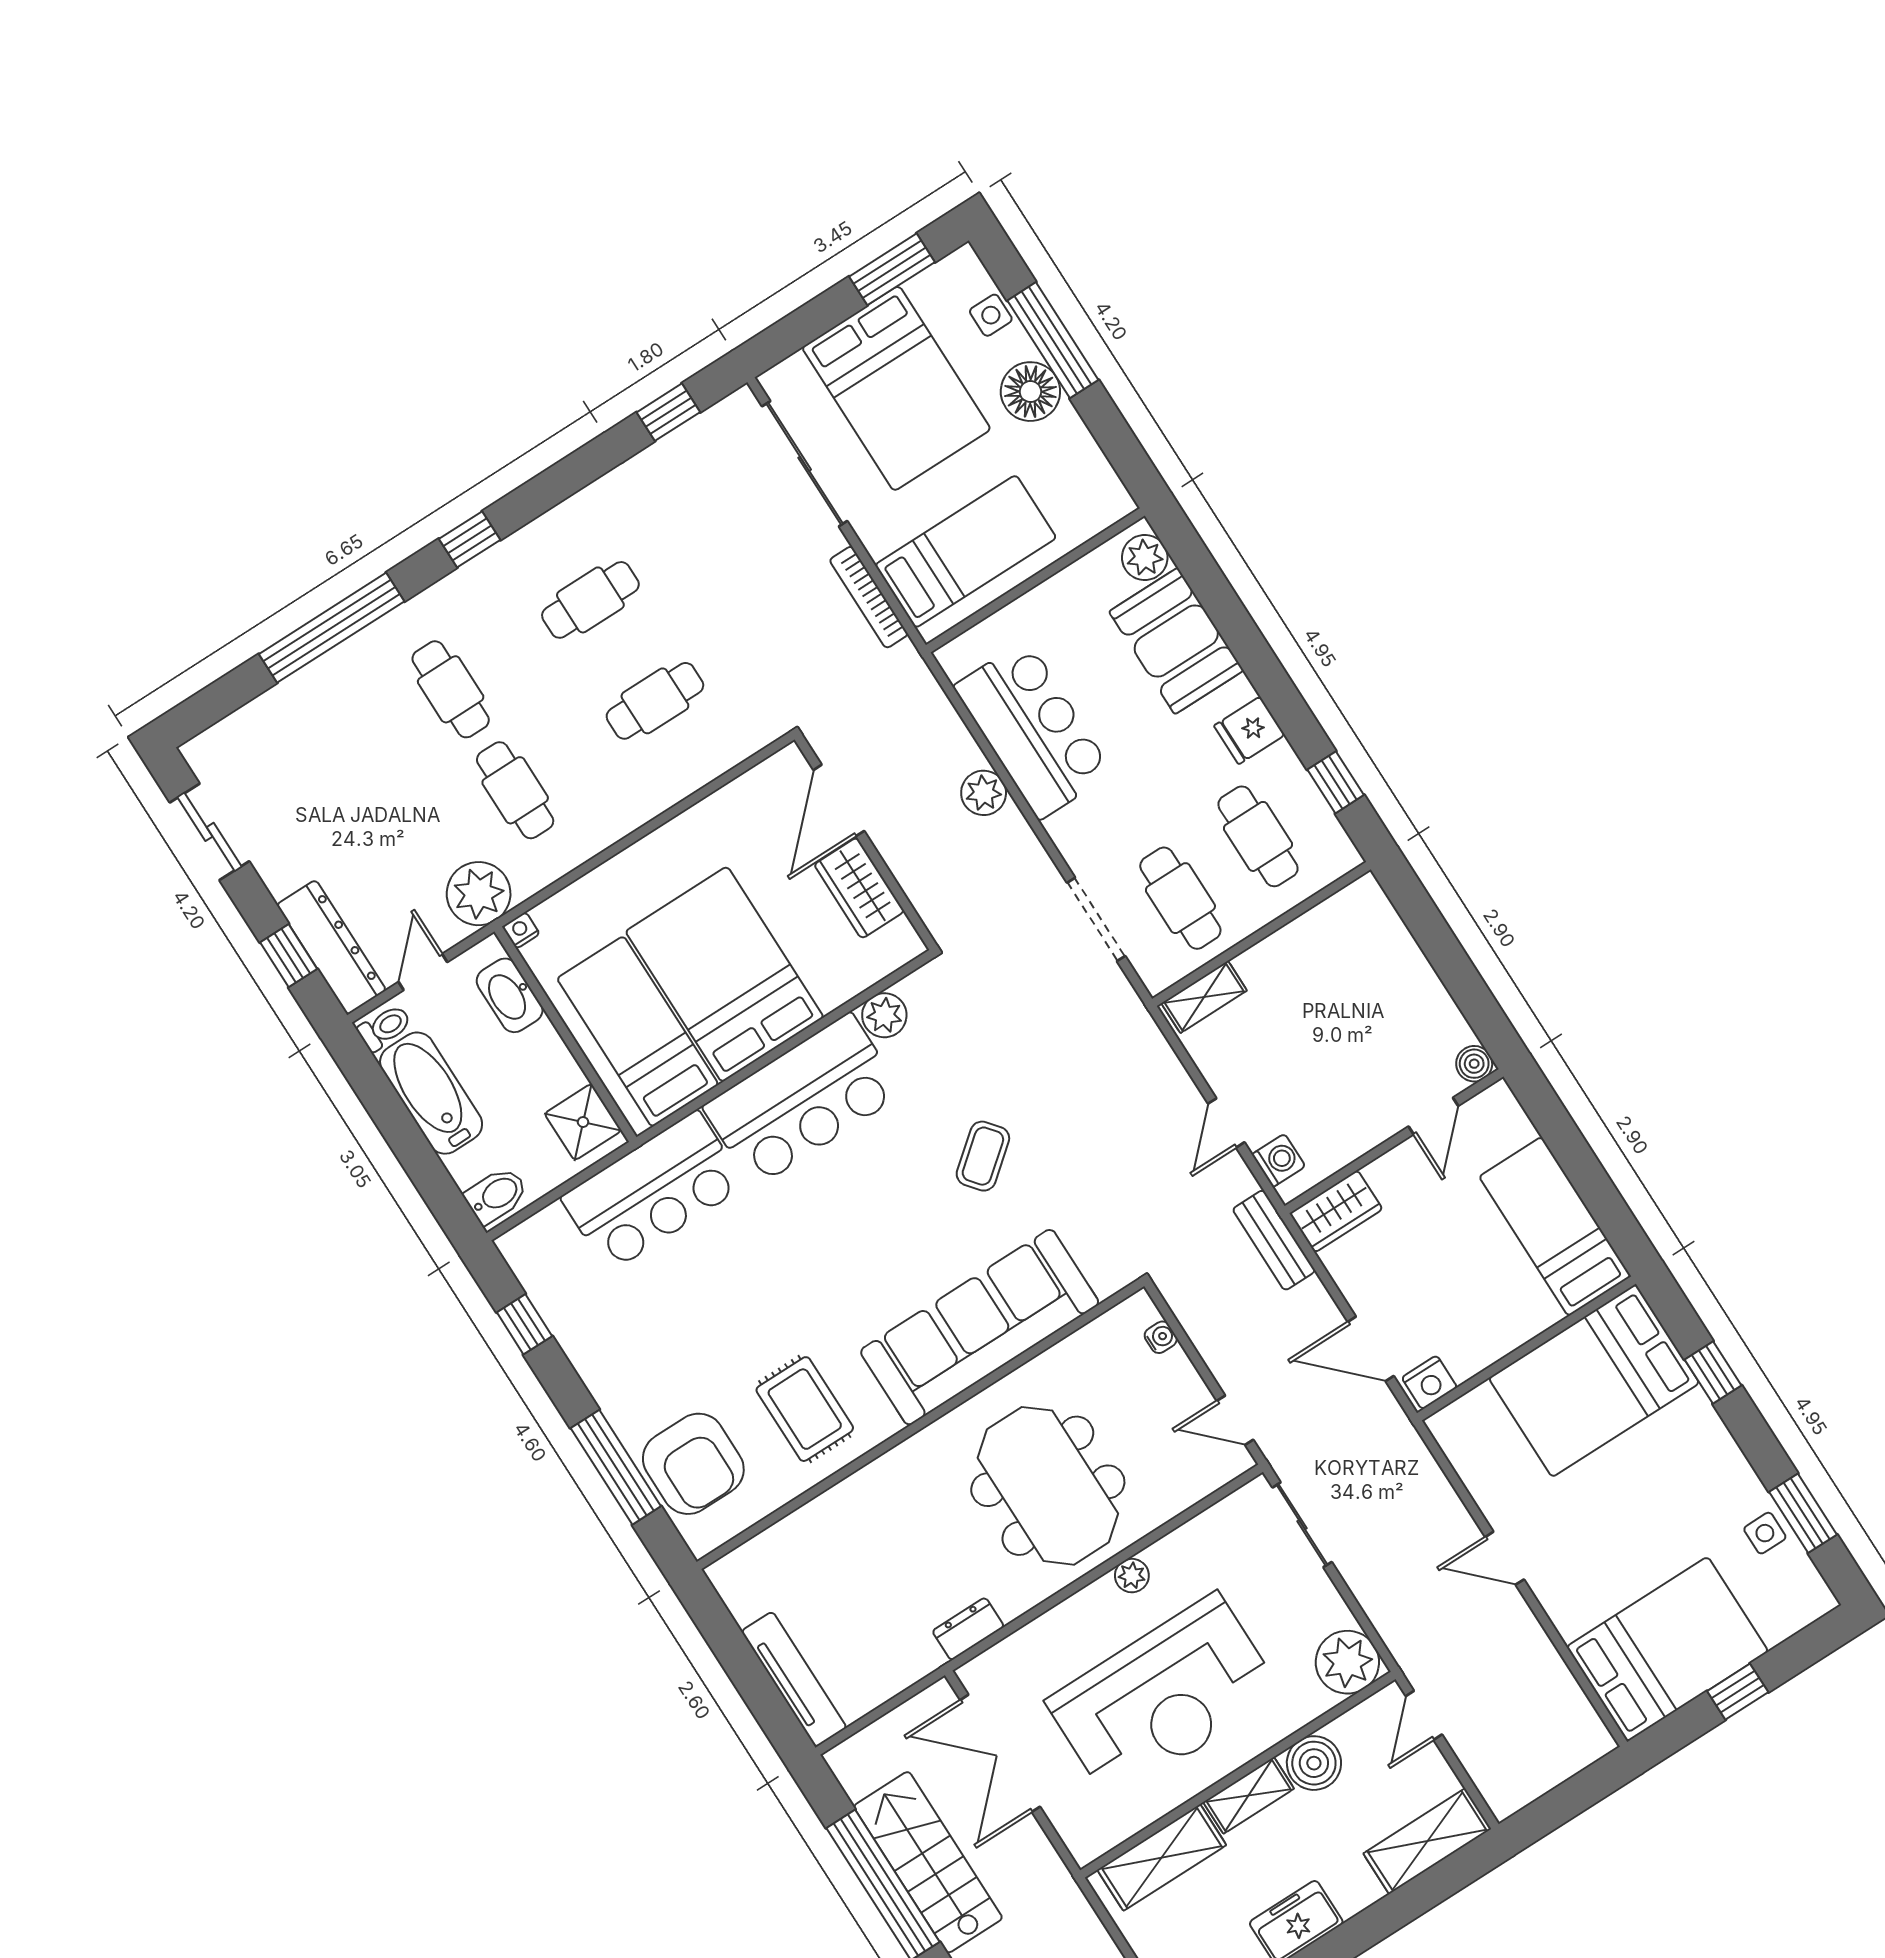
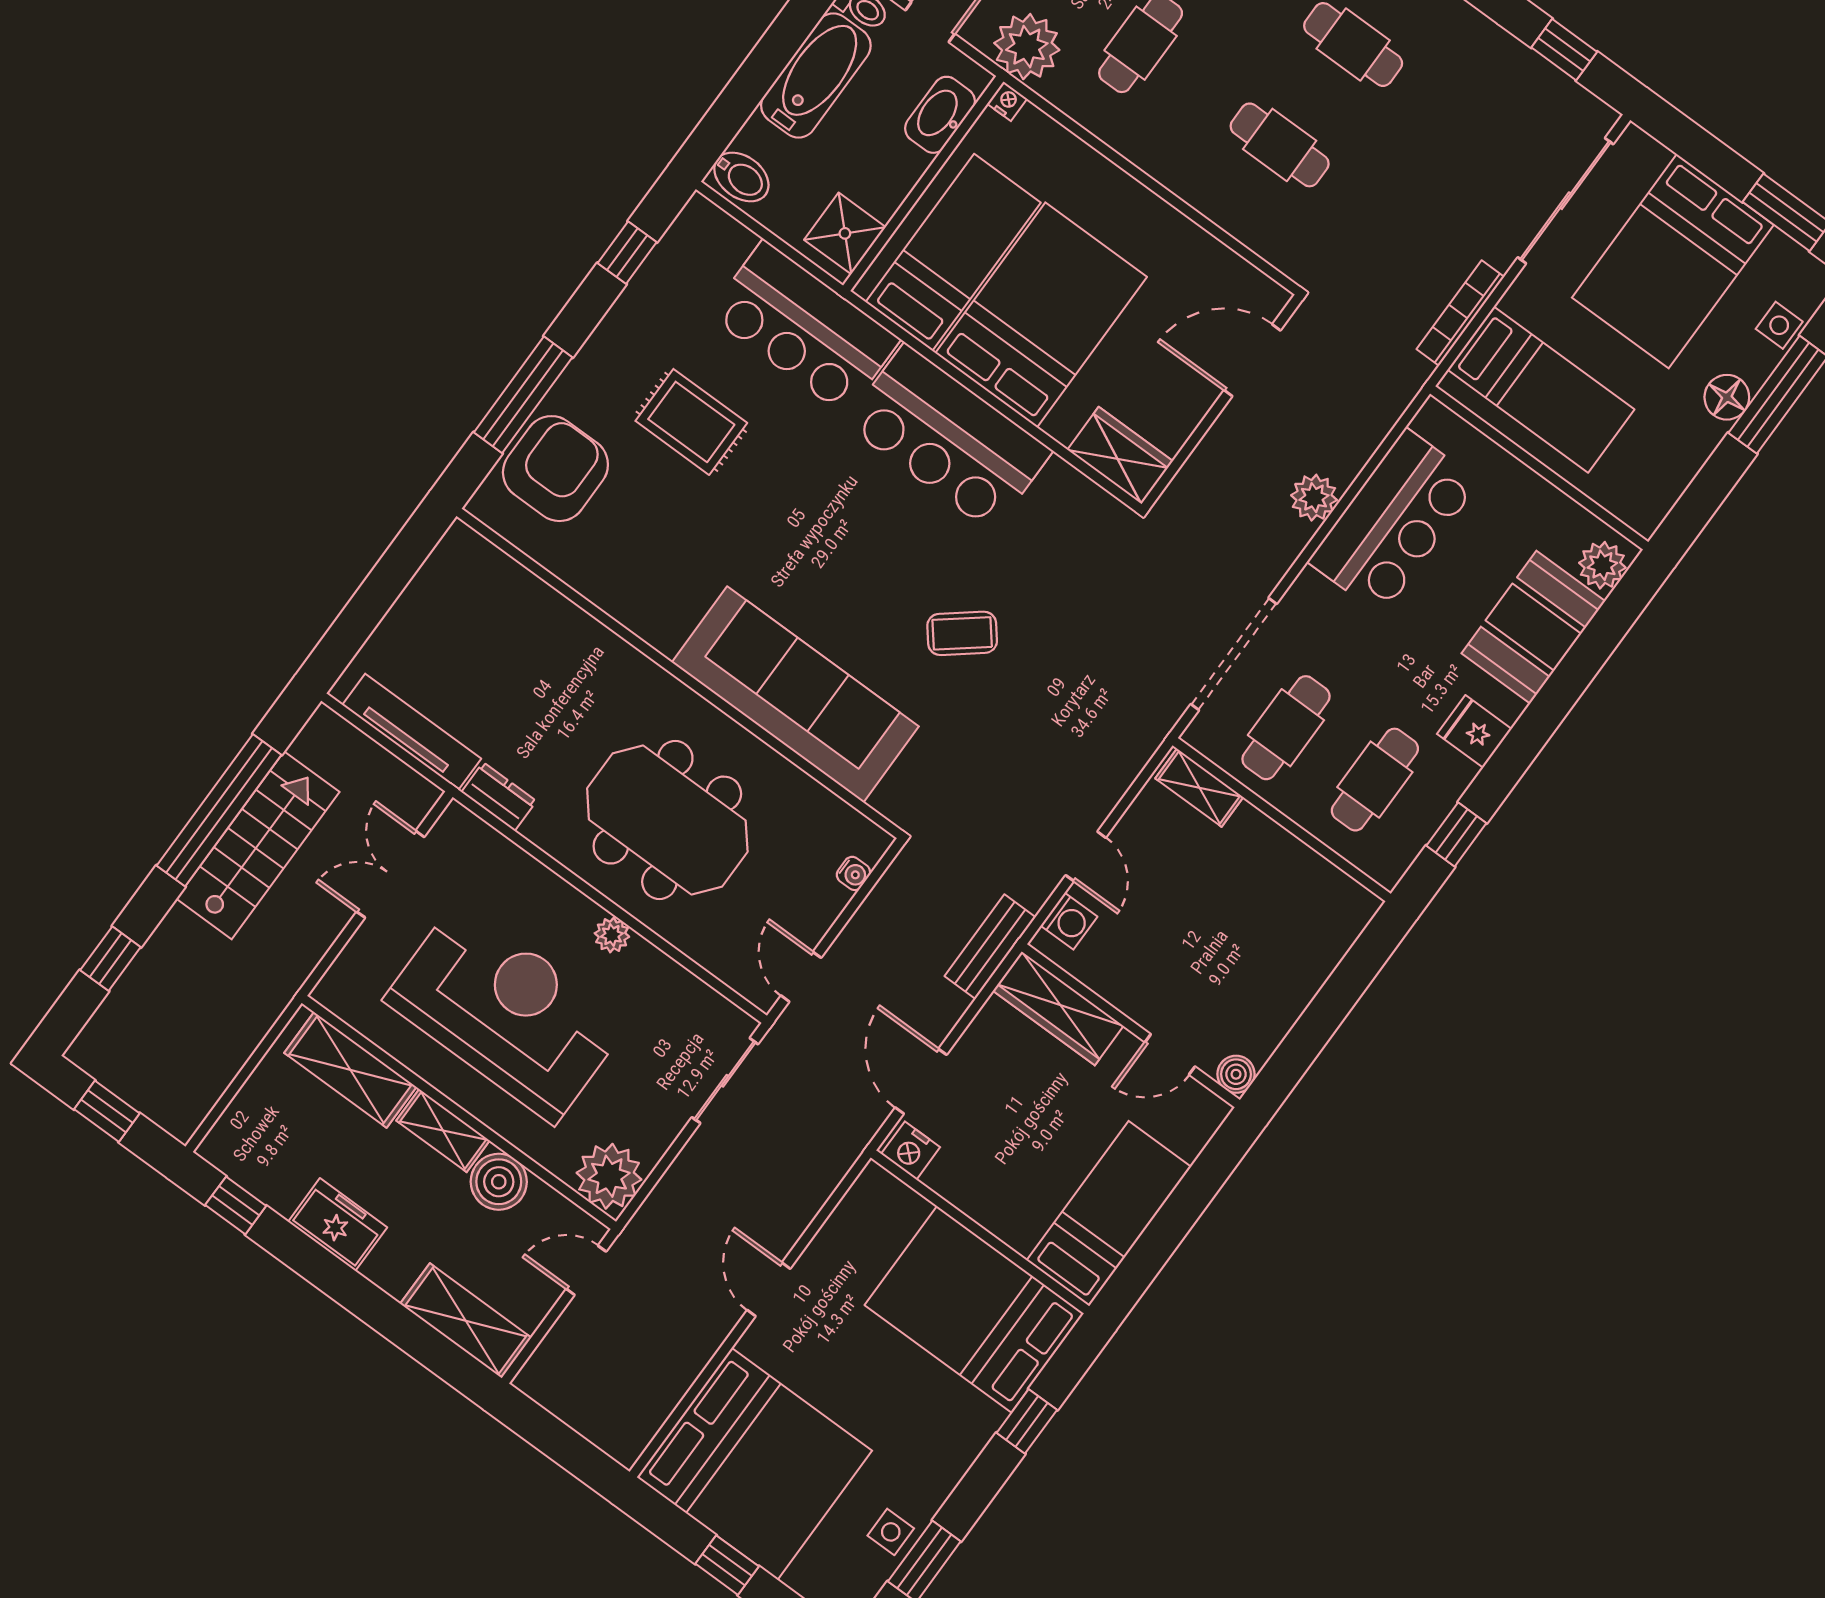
floor lamp: (1030, 392) -> (1727, 397), width x0.73, depth x0.73
wardrobe: (859, 888) -> (1120, 455), moved, turned 90
doorway: (1096, 919) -> (1234, 654), width x1.36
plant: (884, 1015) -> (1061, 485), removed
door: (1226, 1123) -> (1086, 856), swing flipped
wardrobe: (1336, 1211) -> (1058, 1008), width x1.50
rug: (805, 1409) -> (691, 422), moved, turned 90
armchair: (693, 1464) -> (555, 469), turned 180
meeting table: (1048, 1486) -> (667, 820), turned 90
bed: (1667, 1649) -> (754, 1464), width x1.36
tv unit: (794, 1679) -> (412, 732), moved, turned -90
reception desk: (1164, 1697) -> (506, 1012), turned 180
double door: (1000, 1753) -> (390, 874), width x0.73

